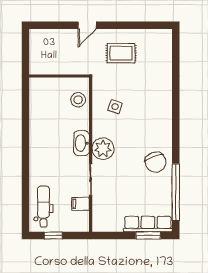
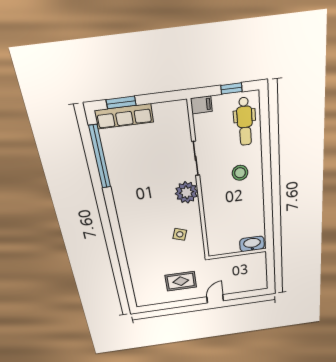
stool: (78, 100) -> (240, 173), moved
washbasin: (82, 143) -> (252, 244), moved, turned -90
chair: (156, 162) -> (129, 186), removed
filing cabinet: (80, 204) -> (201, 105), moved

